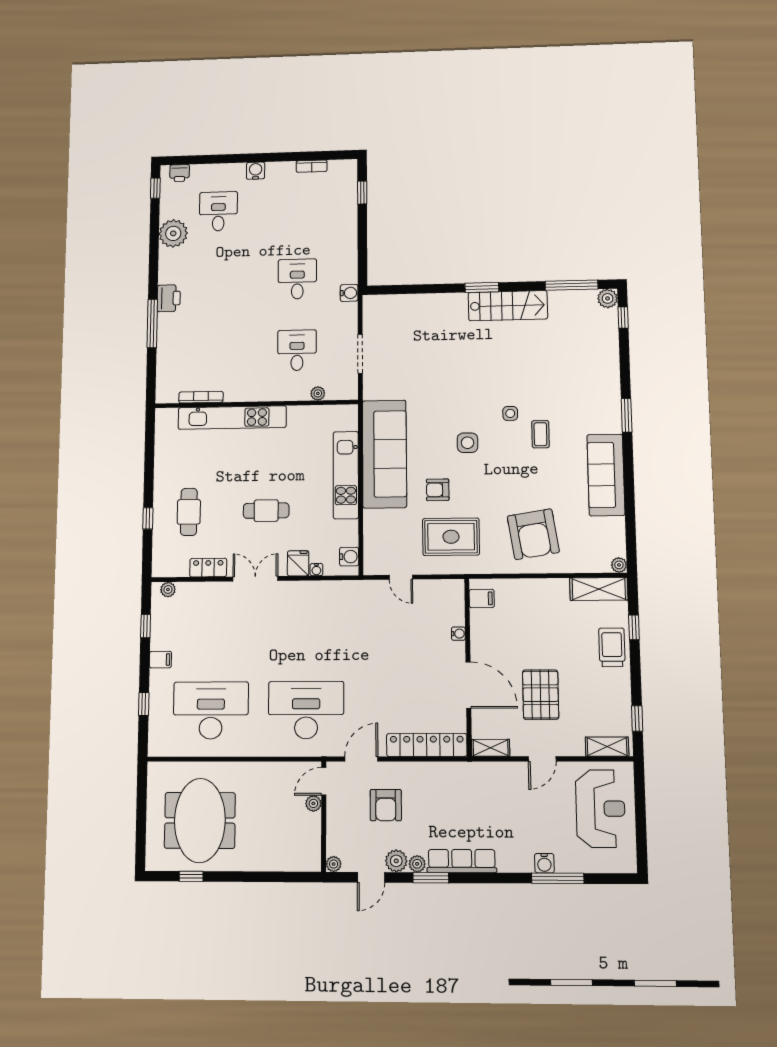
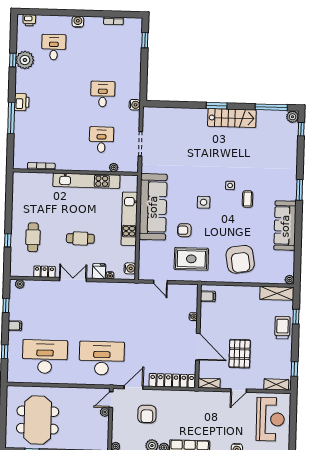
window: (155, 188) -> (13, 60), moved
kitchen unit: (232, 418) -> (86, 181), moved

